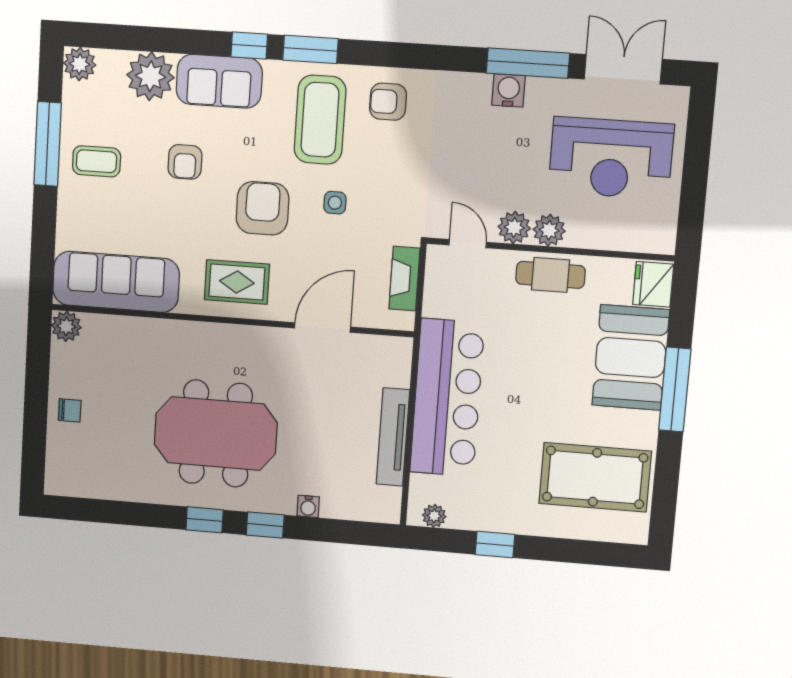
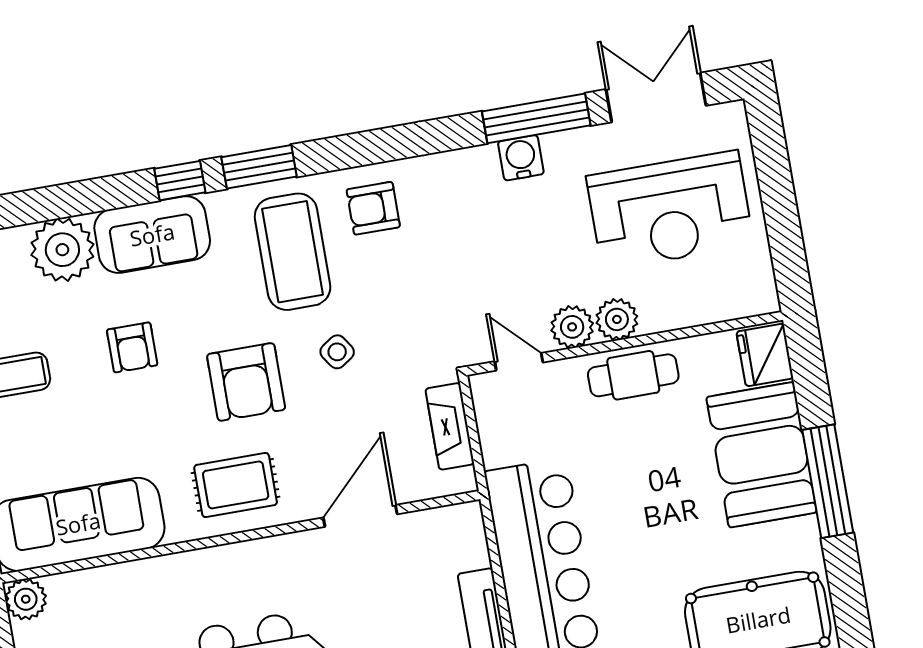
side table: (335, 203) -> (337, 352), turned -34
armchair: (263, 208) -> (246, 382), turned 180

